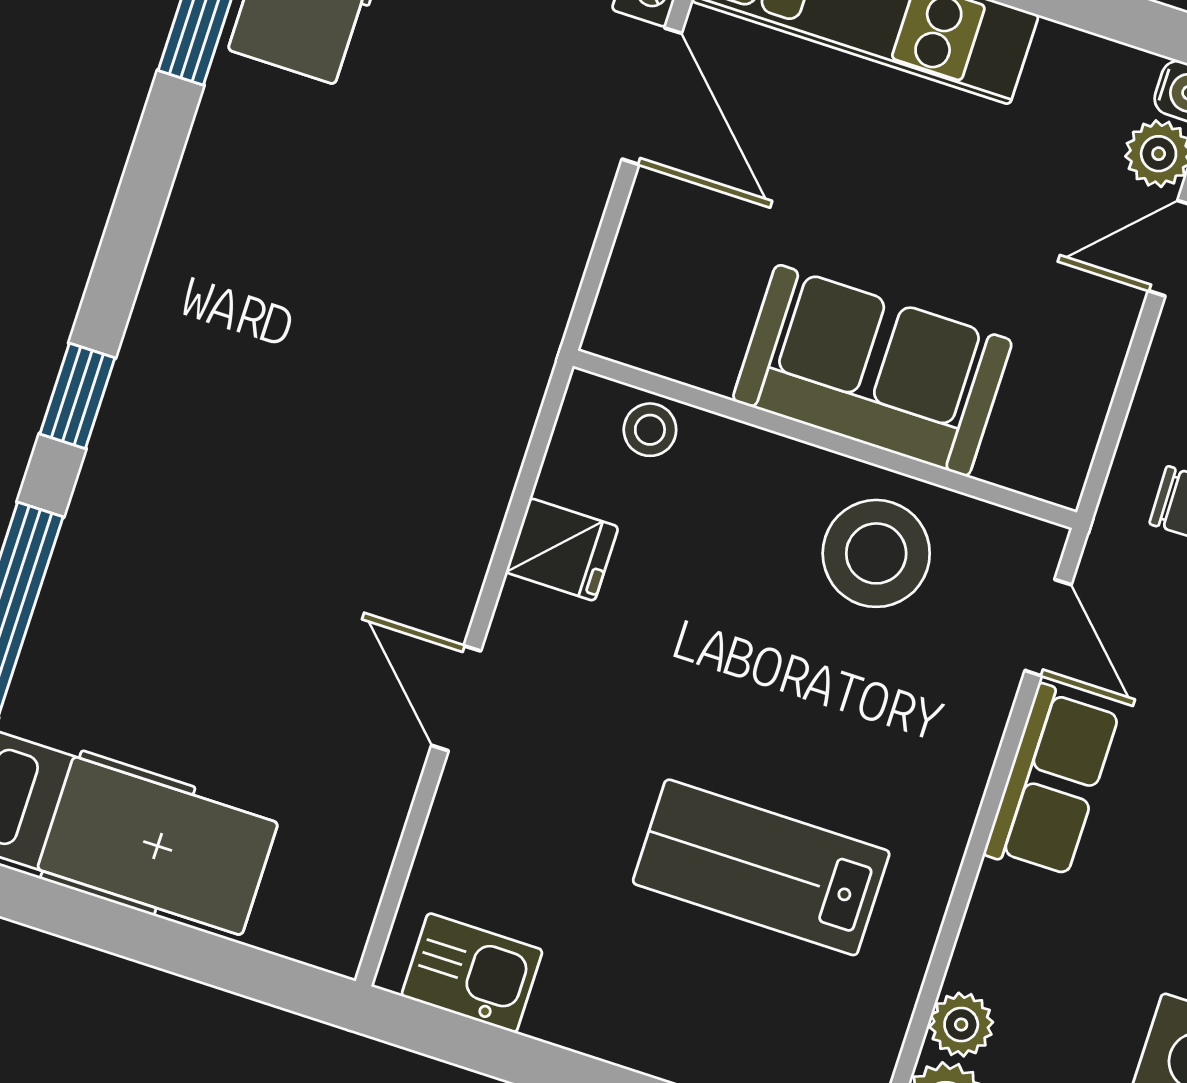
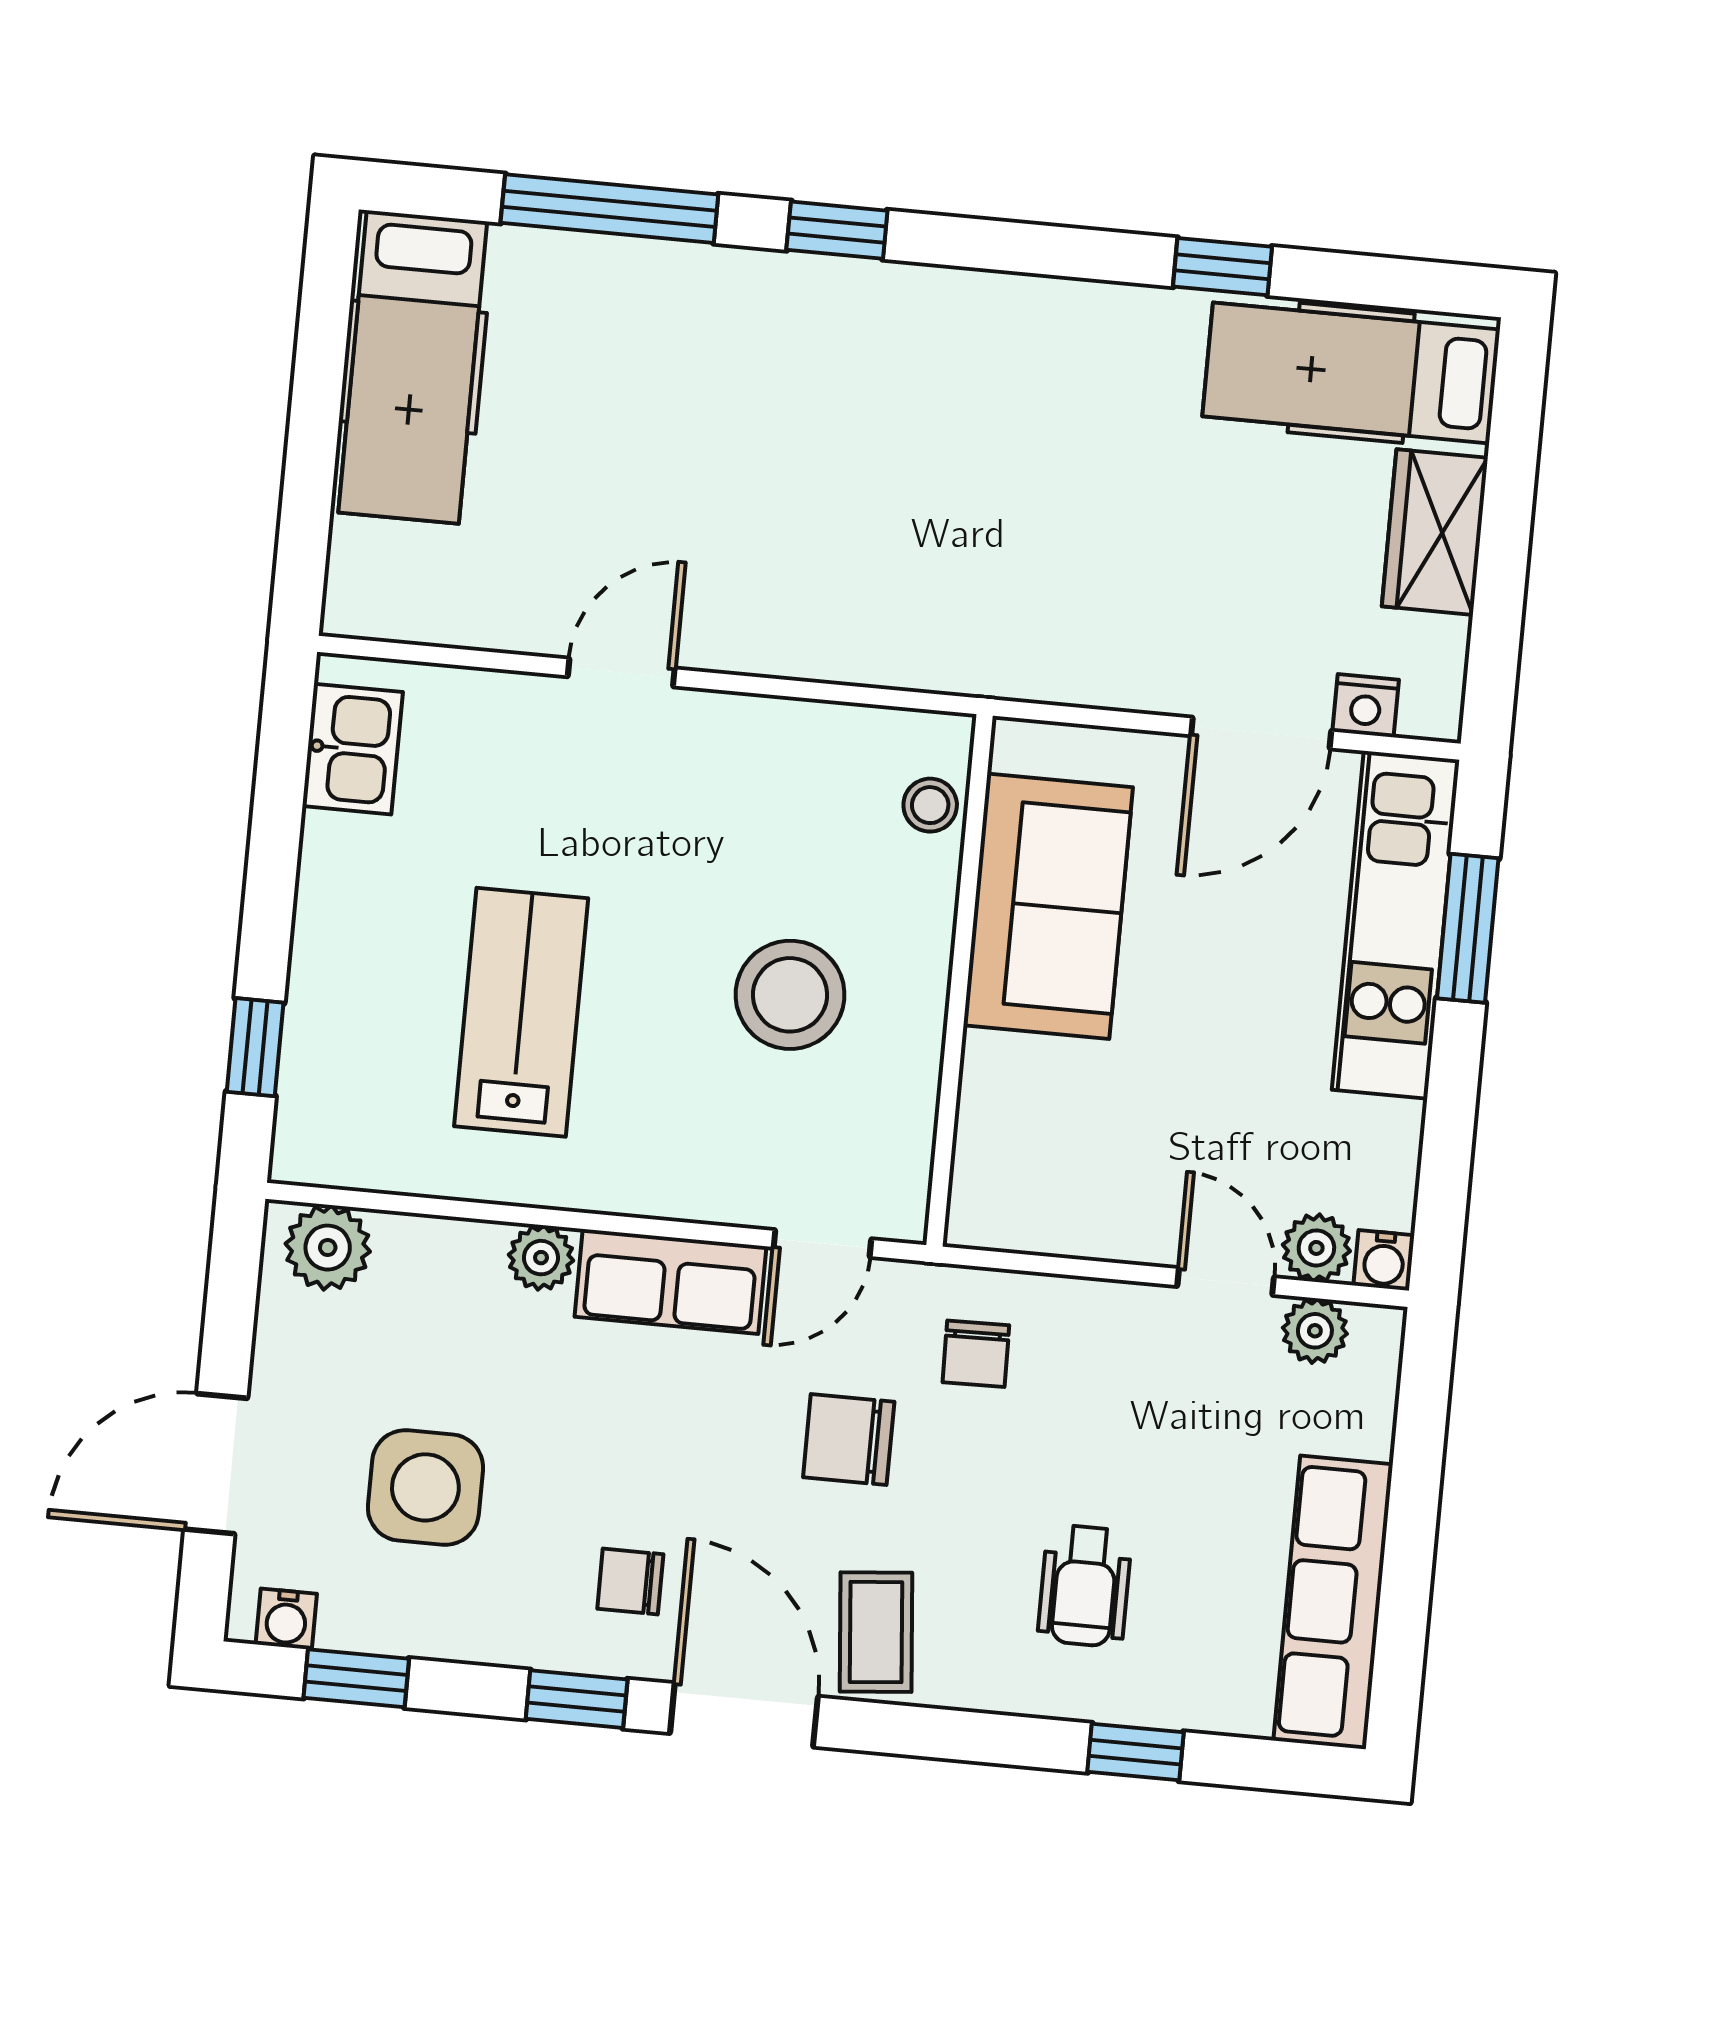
sofa: (872, 370) -> (1048, 906), moved
fridge: (562, 550) -> (792, 745), removed
stool: (876, 553) -> (790, 995), moved
plant: (961, 1025) -> (541, 1258), moved

